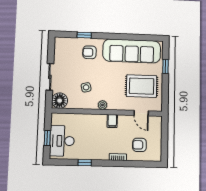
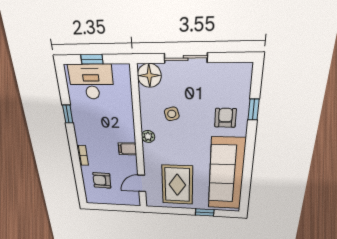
armchair: (139, 145) -> (102, 180), turned -88

